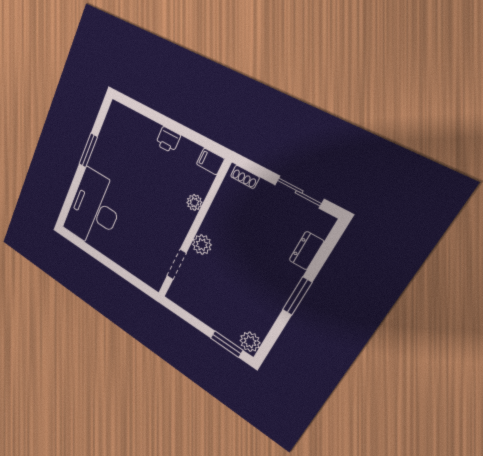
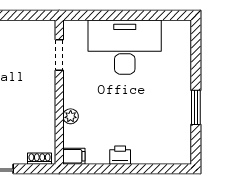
desk: (94, 210) -> (125, 47), moved, turned -90
plant: (202, 245) -> (46, 85), removed

